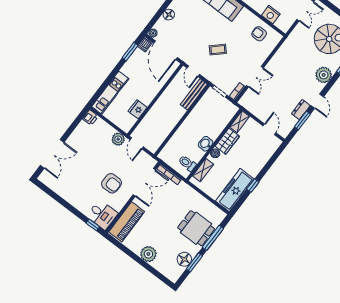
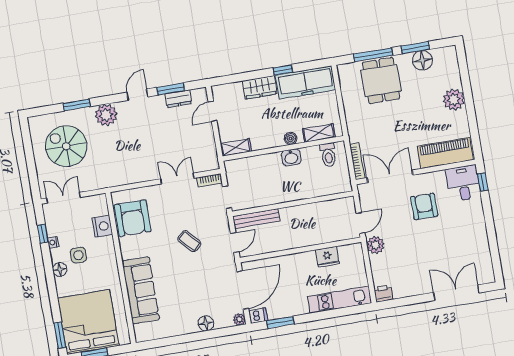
armchair: (259, 34) -> (132, 218), width x1.88, depth x1.88
dresser: (301, 110) -> (178, 99), moved
wardrobe: (227, 141) -> (260, 87), moved, turned 180

